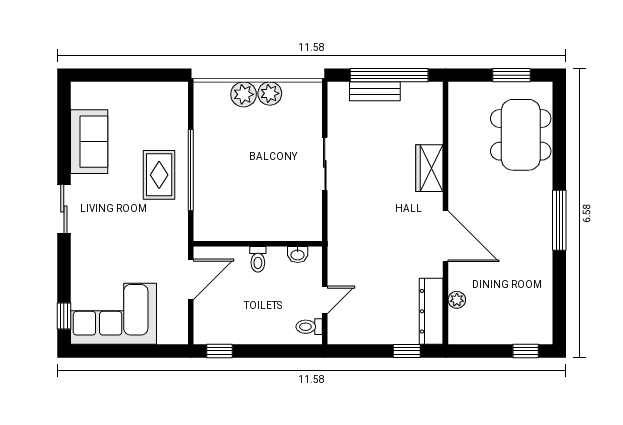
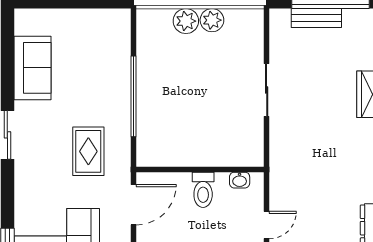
rug: (159, 175) -> (88, 151), moved
toilet: (258, 259) -> (203, 190), width x1.37, depth x1.39

